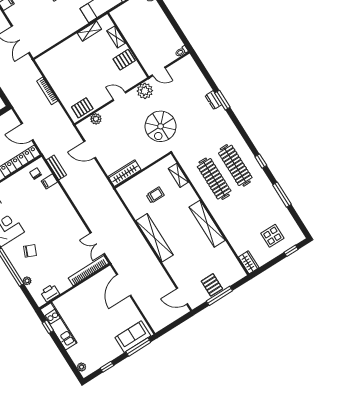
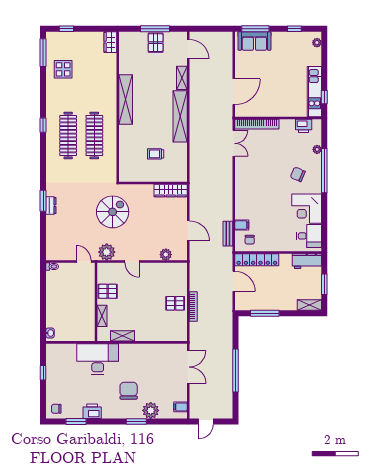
pallet: (82, 108) -> (175, 303), moved
shelving: (178, 175) -> (182, 78), moved
window: (282, 195) -> (43, 53), moved
display table: (272, 236) -> (63, 69), moved

